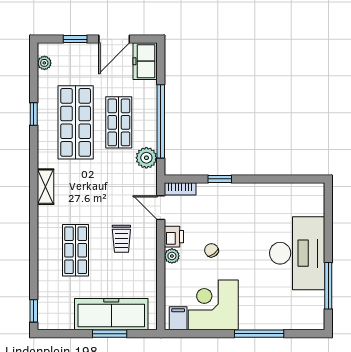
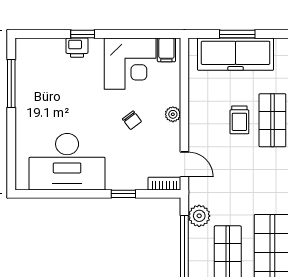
printer: (174, 237) -> (77, 48), moved, turned -90
trolley: (121, 239) -> (239, 120), moved, turned 180
desk: (297, 253) -> (67, 162), moved, turned -90
window: (259, 334) -> (83, 34), width x0.46

